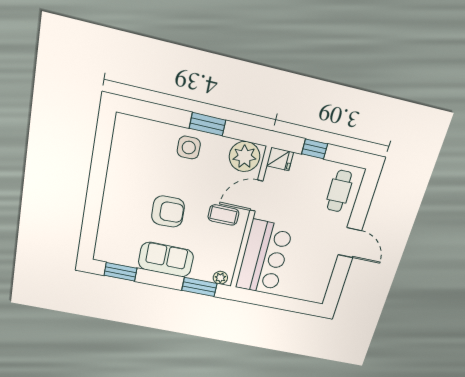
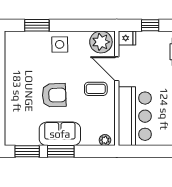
window: (207, 124) -> (37, 25), moved
door: (256, 196) -> (117, 69), hinge flipped
window: (199, 287) -> (61, 151), moved

